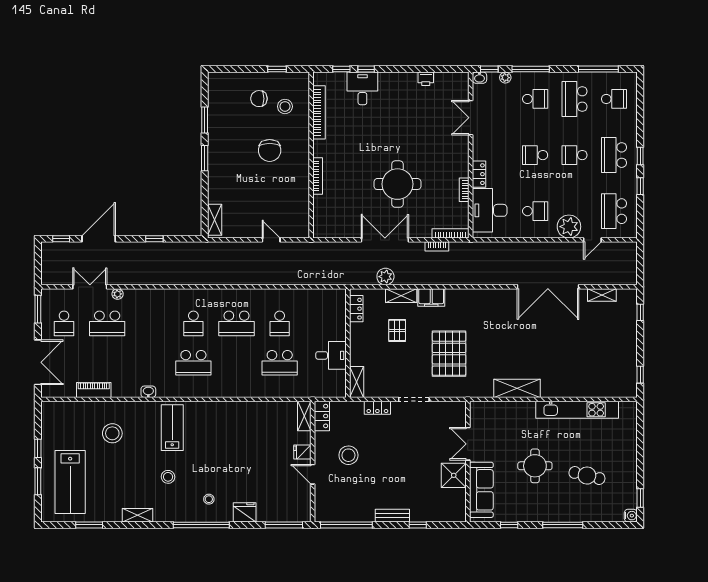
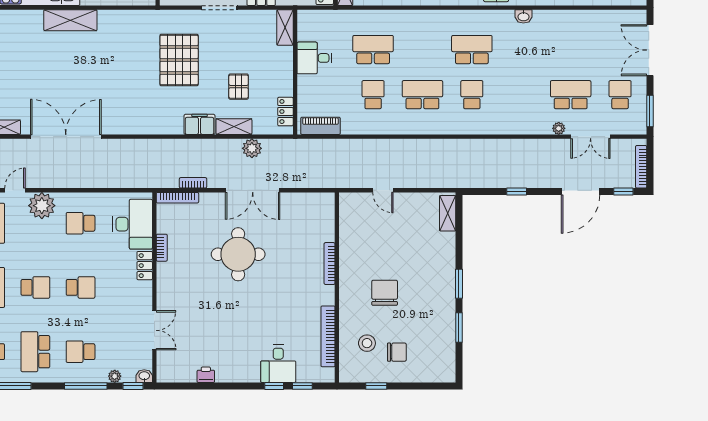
school desk: (575, 99) -> (35, 352), turned 180
bookcase: (46, 260) -> (641, 167), added
shelving: (517, 388) -> (70, 20), moved
piano: (94, 390) -> (320, 126), moved, turned 180

